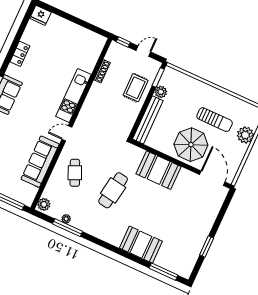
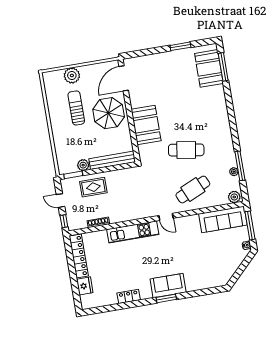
fridge: (40, 15) -> (85, 286), moved
locker: (84, 34) -> (79, 256), added
sofa: (40, 162) -> (223, 219), moved
cafe table: (75, 173) -> (193, 190), width x1.37, depth x1.35
booth: (141, 245) -> (209, 68), moved

